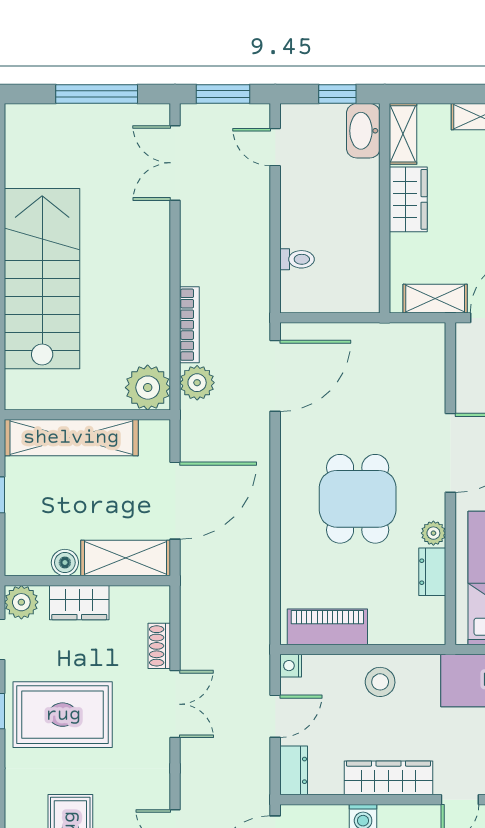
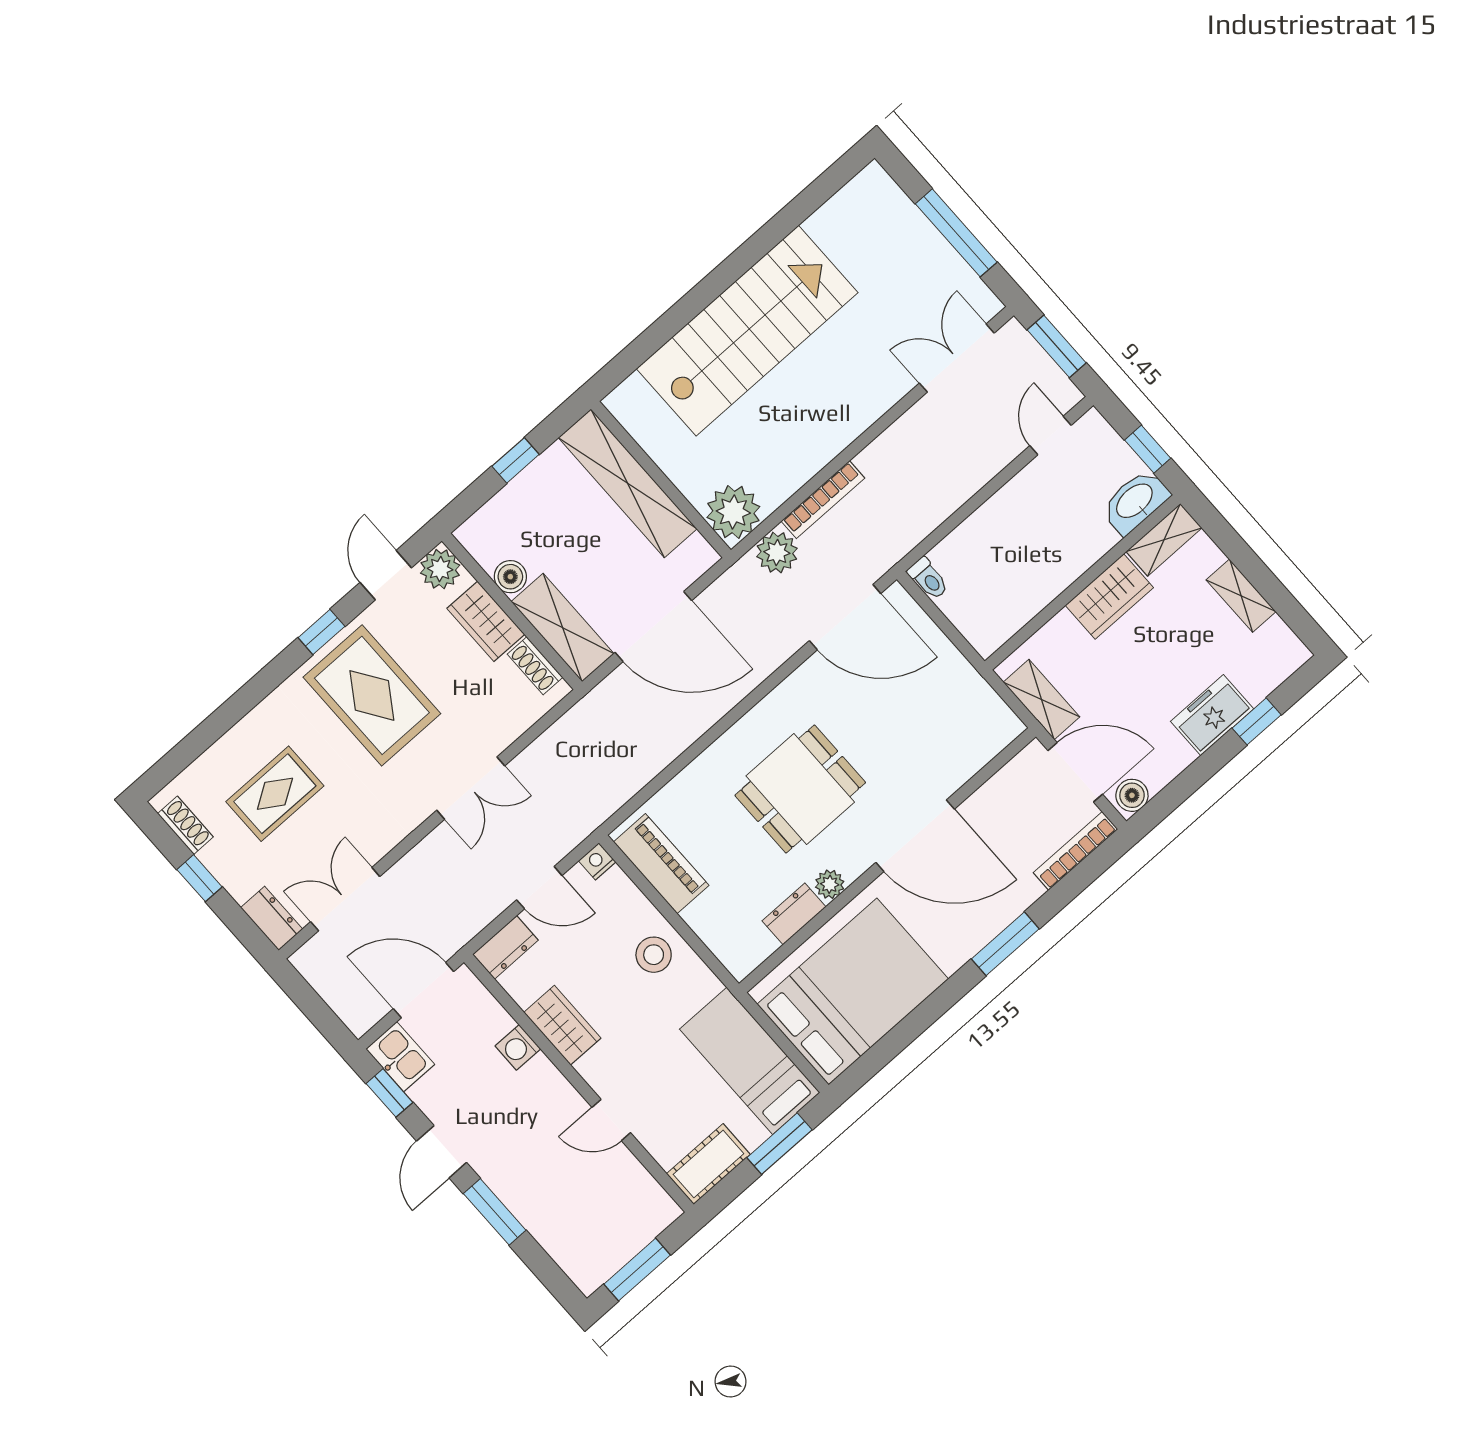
toilet: (297, 259) -> (928, 579), moved
shoe rack: (159, 646) -> (535, 666), moved, turned -90
wardrobe: (388, 778) -> (562, 1025), width x0.67

